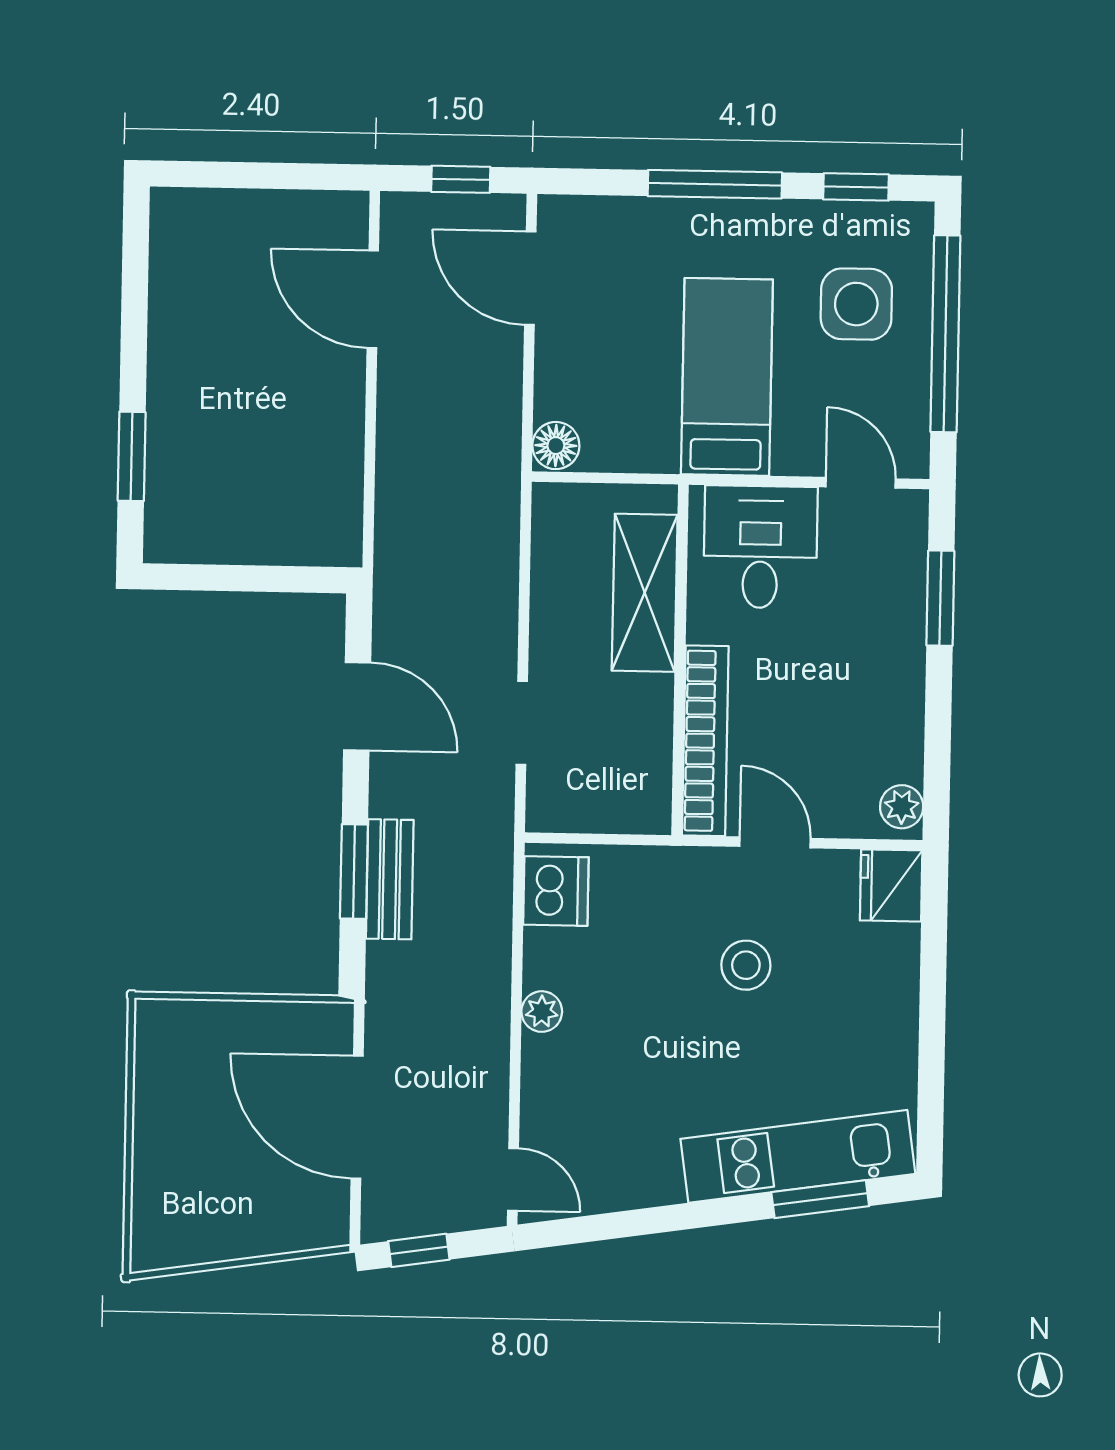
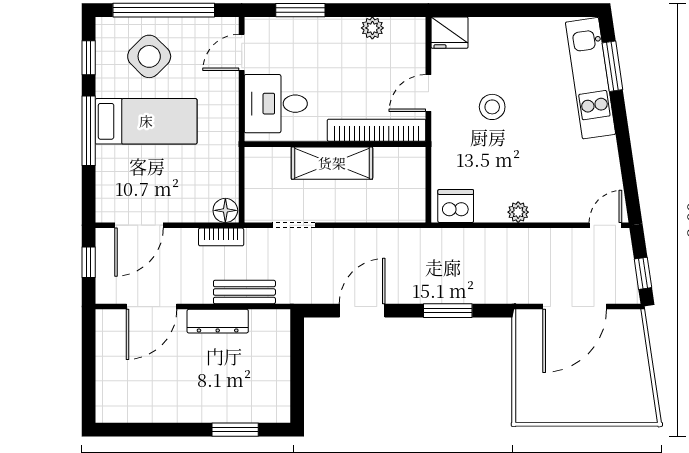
side table: (856, 304) -> (149, 56), turned 45
bed: (727, 377) -> (146, 121), moved, turned 180
dresser: (342, 427) -> (218, 321), added
bookcase: (505, 436) -> (221, 237), added
shelving: (645, 593) -> (332, 163), moved
doorway: (522, 723) -> (294, 225), moved
plant: (902, 807) -> (372, 28), moved
bench: (390, 879) -> (244, 292), moved

